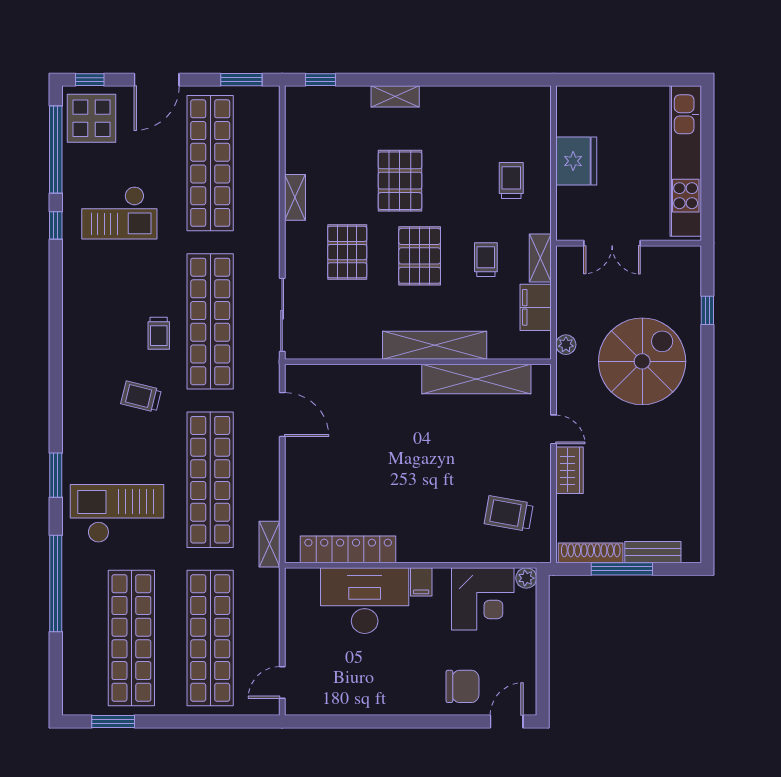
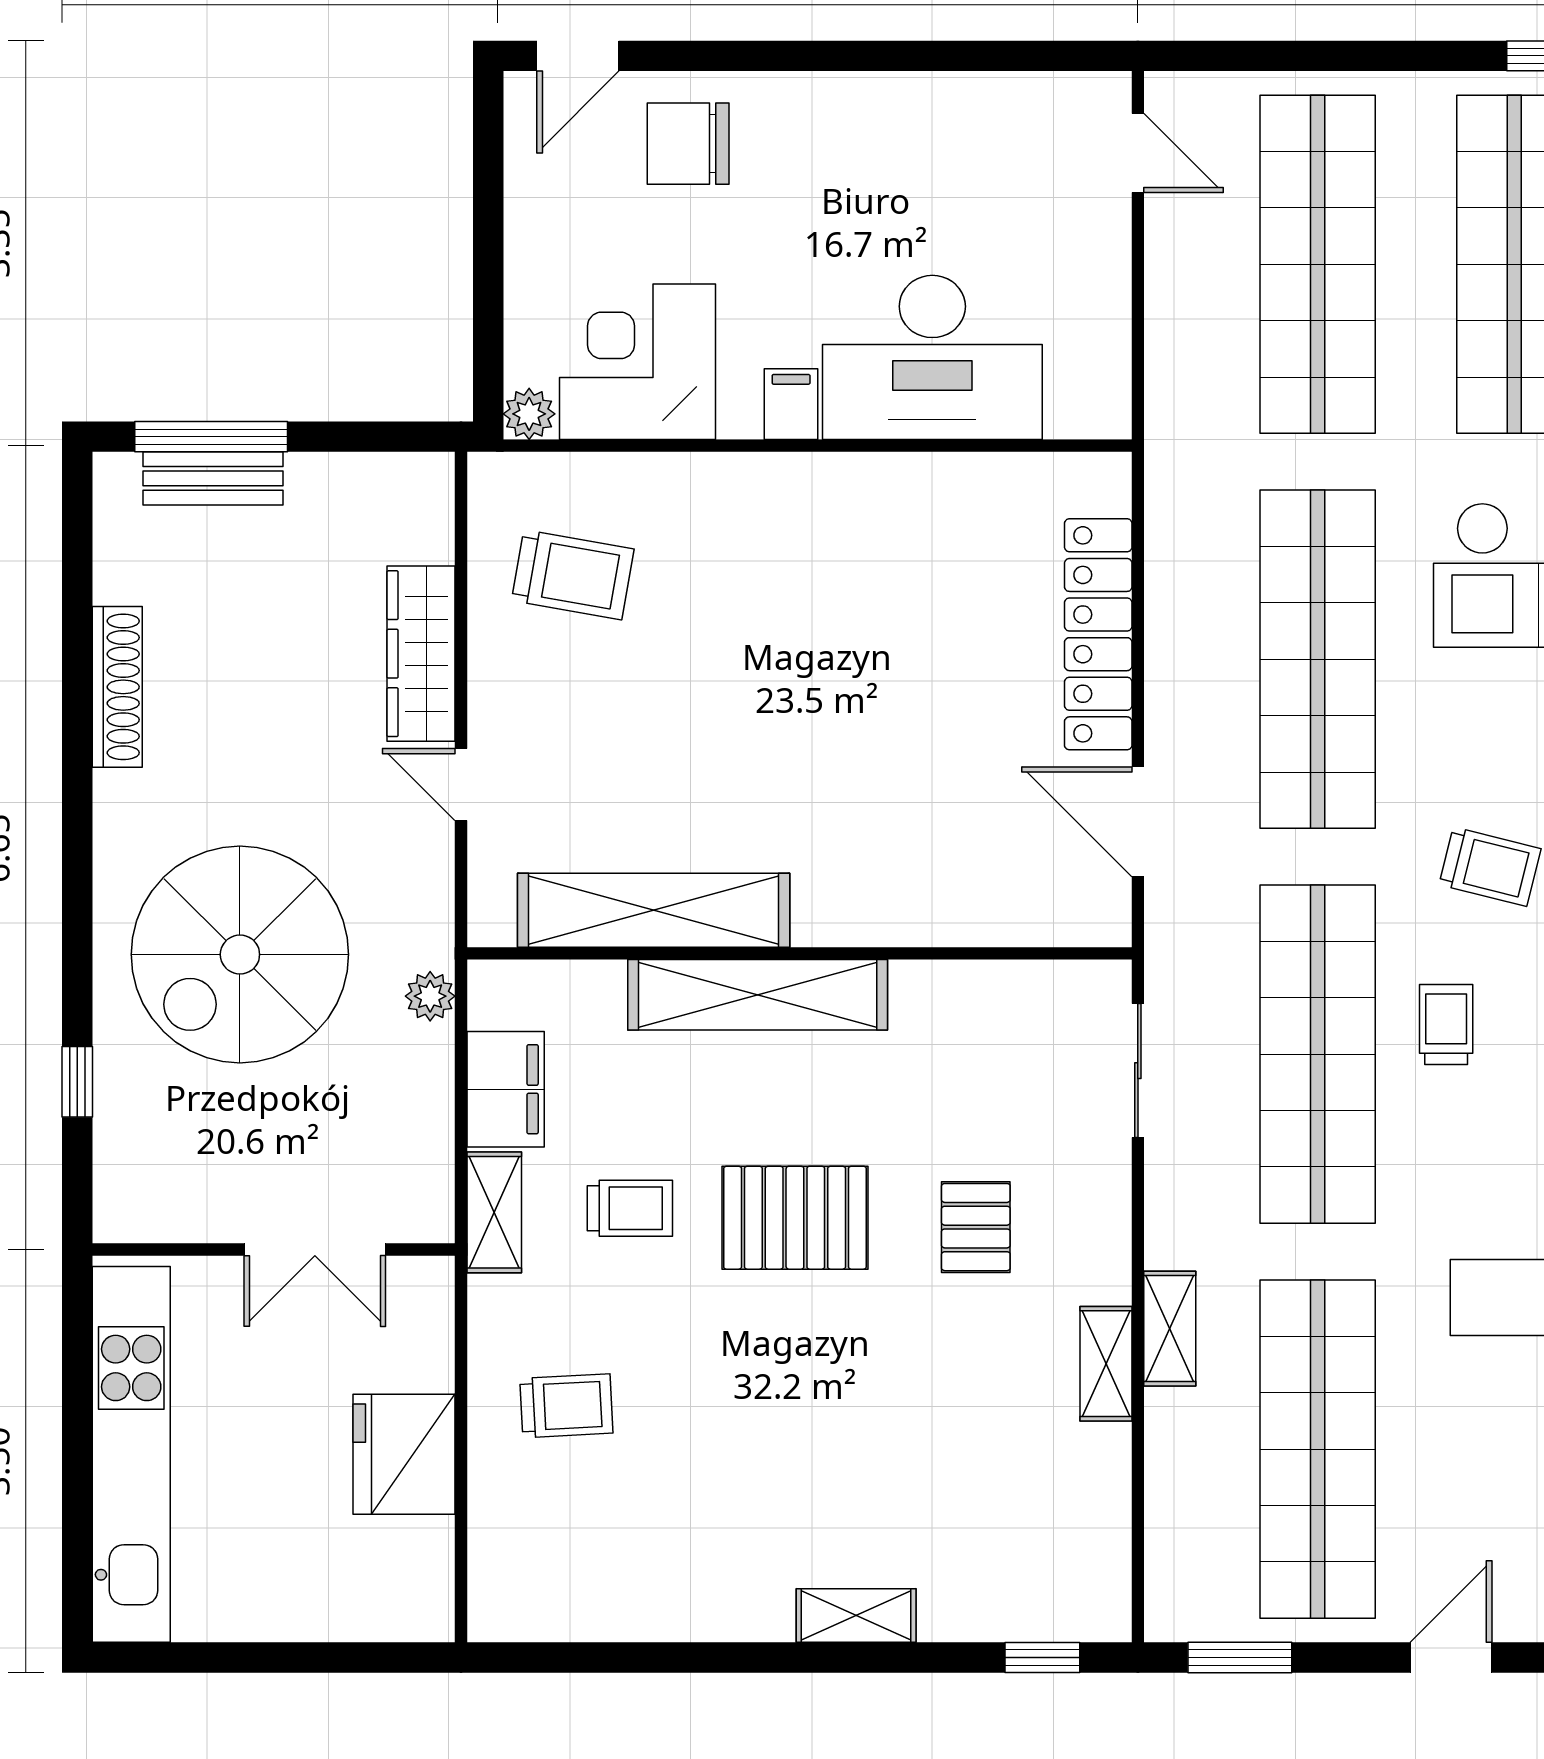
door: (157, 80) -> (1451, 1657), width x0.73
trolley: (511, 180) -> (566, 1406), turned -93
pallet: (400, 181) -> (844, 1405), removed
double door: (612, 243) -> (315, 1250), swing flipped
pallet: (347, 252) -> (976, 1227), width x0.67, depth x0.71
pallet: (420, 256) -> (795, 1218), turned 90
trolley: (486, 260) -> (630, 1208), turned -90
sliding door: (282, 315) -> (1138, 1071), width x0.73
wardrobe: (570, 470) -> (421, 654), width x1.50
shelving: (269, 544) -> (1170, 1329), moved
locker: (348, 549) -> (1098, 634), moved, turned 90
shoe rack: (591, 553) -> (117, 687), moved, turned -90
window: (622, 569) -> (211, 437), moved
door: (282, 683) -> (1138, 153), hinge flipped

